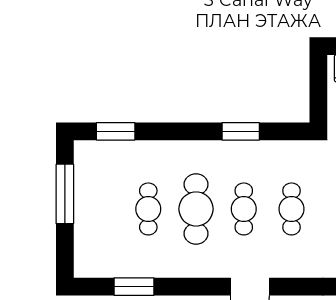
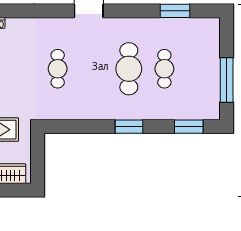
window: (241, 131) -> (129, 127), moved
cafe table: (244, 209) -> (93, 69), removed

